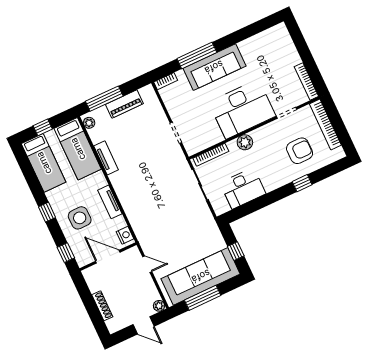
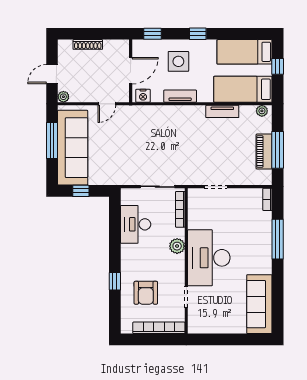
sofa: (214, 67) -> (259, 304), moved
bookcase: (306, 81) -> (207, 329), removed
window: (104, 99) -> (278, 150), moved

